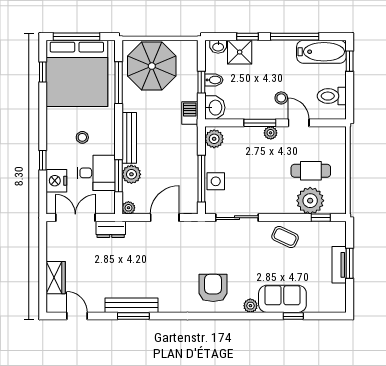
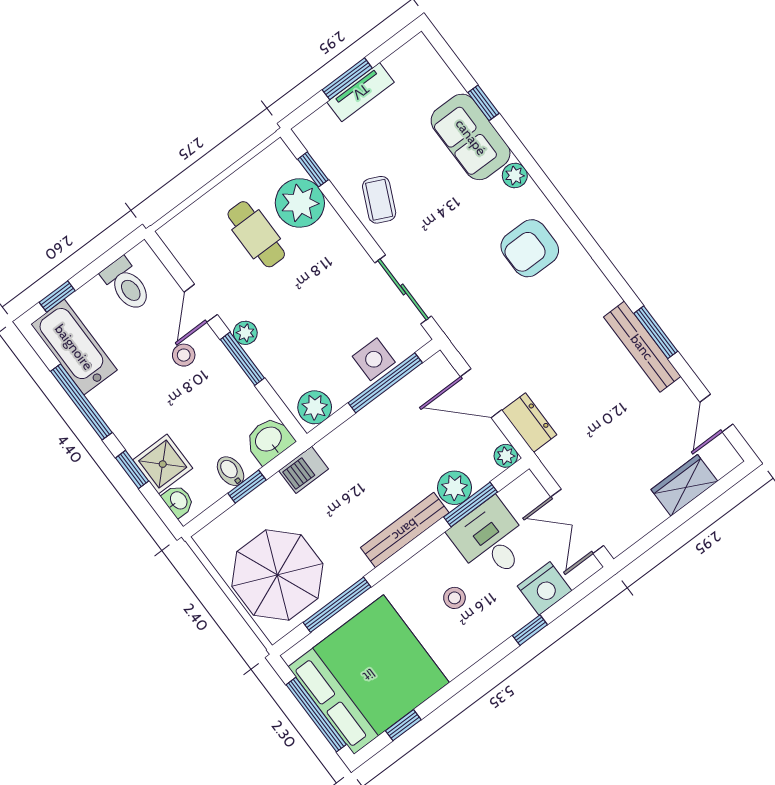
dresser: (111, 229) -> (529, 423), moved

